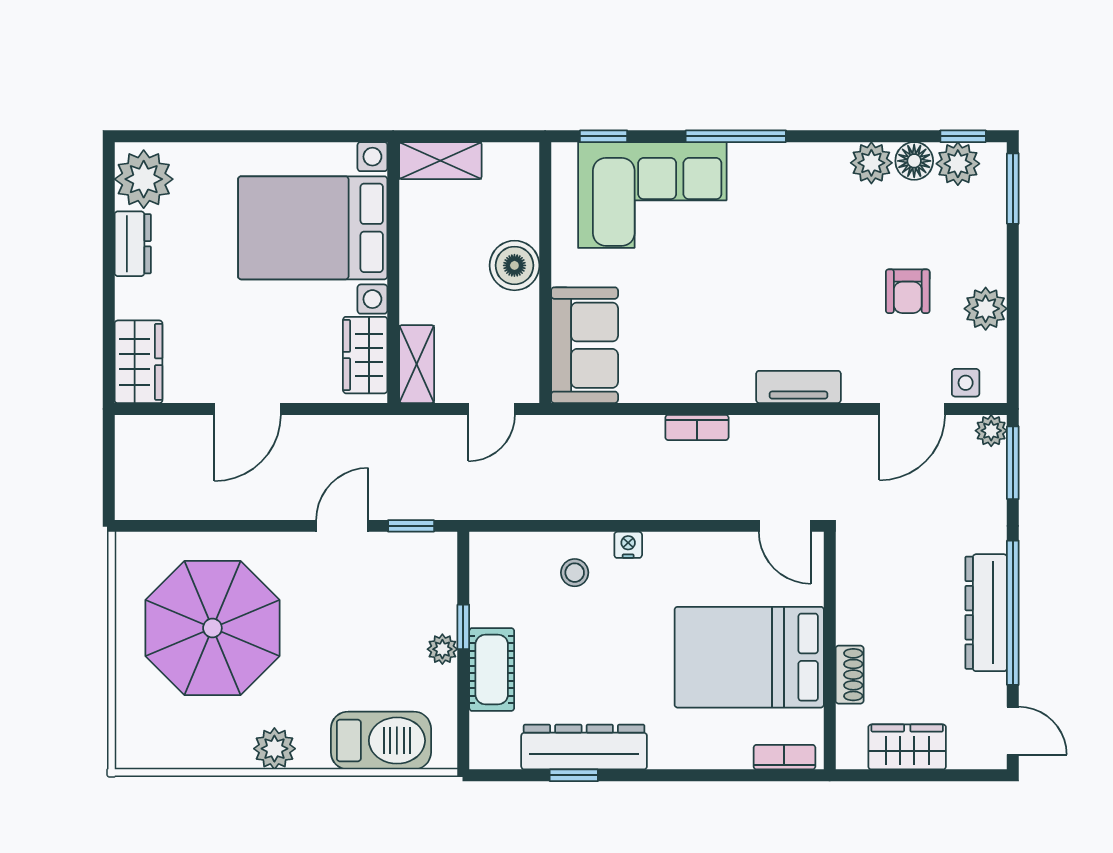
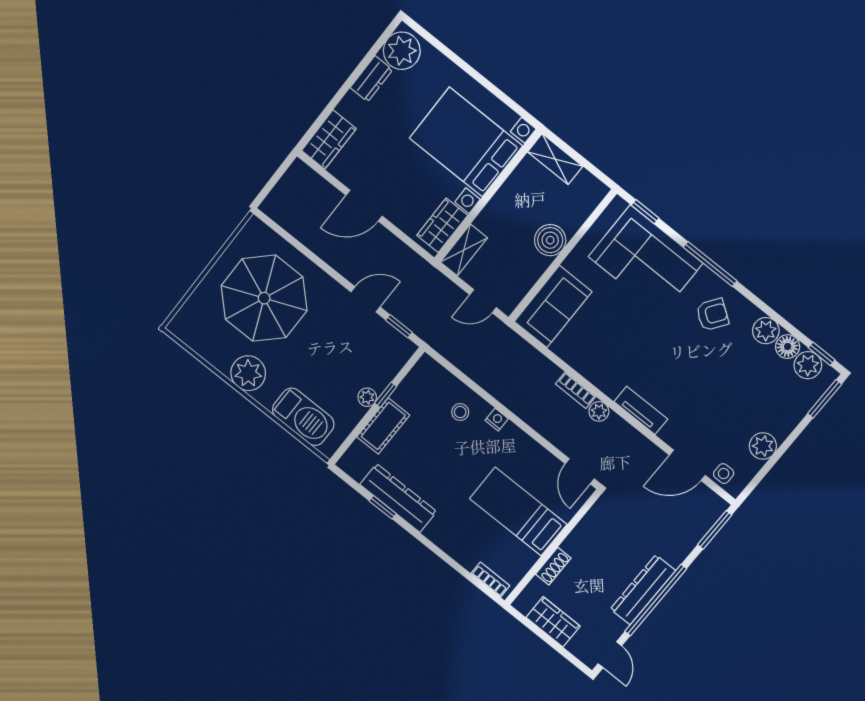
armchair: (908, 291) -> (712, 314), moved, turned -145
plant: (991, 431) -> (599, 411), moved
bed: (749, 657) -> (518, 511), width x0.67
plant: (274, 749) -> (248, 373), width x1.36, depth x1.36

